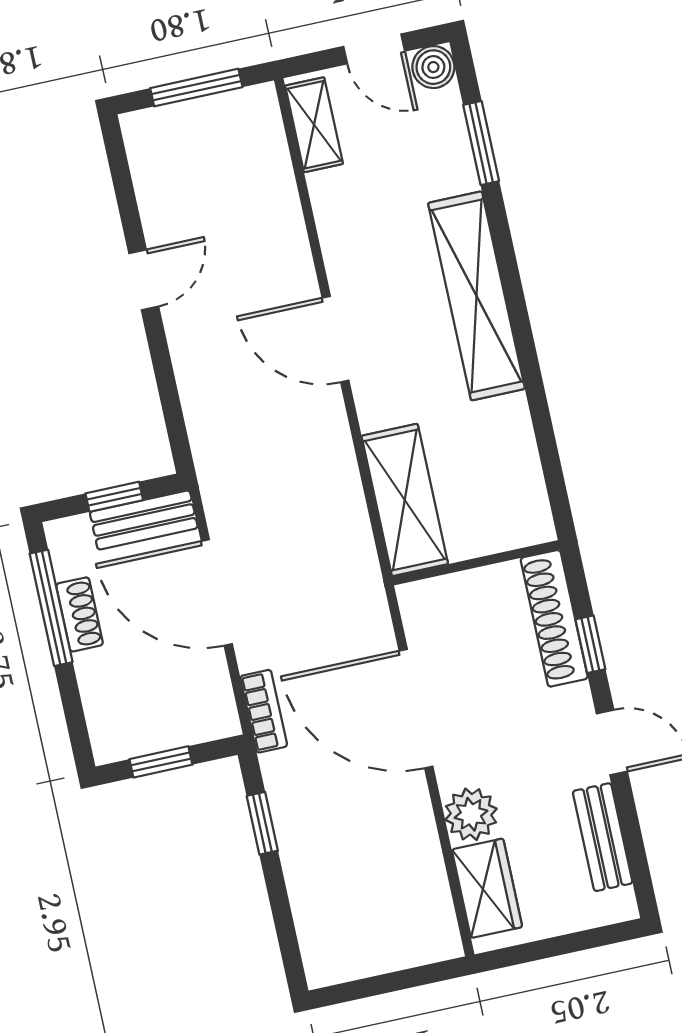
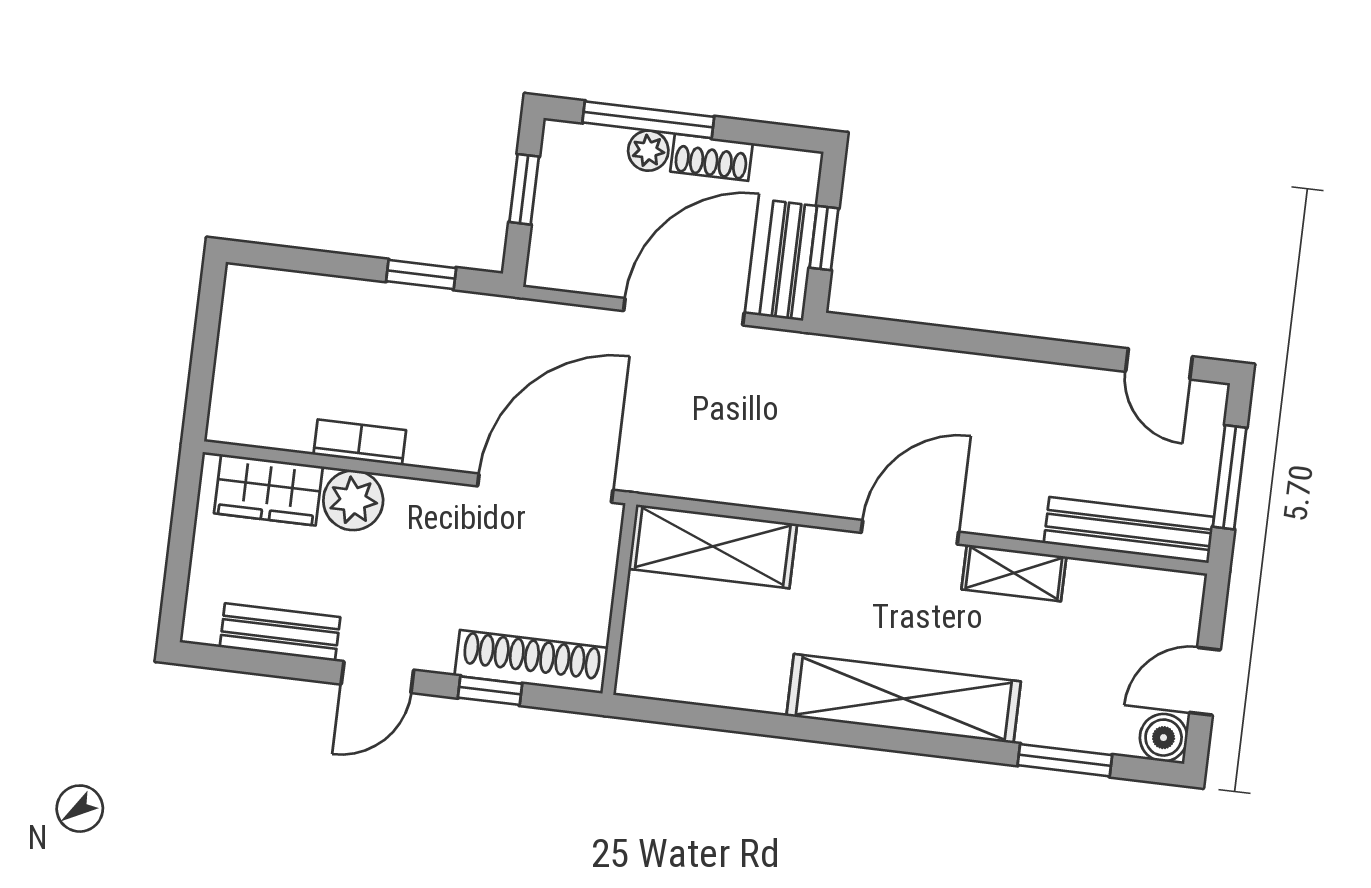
shelving: (314, 125) -> (1014, 573), moved
bench: (270, 157) -> (1129, 530), added
door: (144, 280) -> (1159, 364), moved
window: (51, 608) -> (648, 120), moved
plant: (92, 669) -> (648, 151), added
door: (416, 709) -> (545, 488), moved
bookcase: (264, 711) -> (360, 442), moved, turned 180

